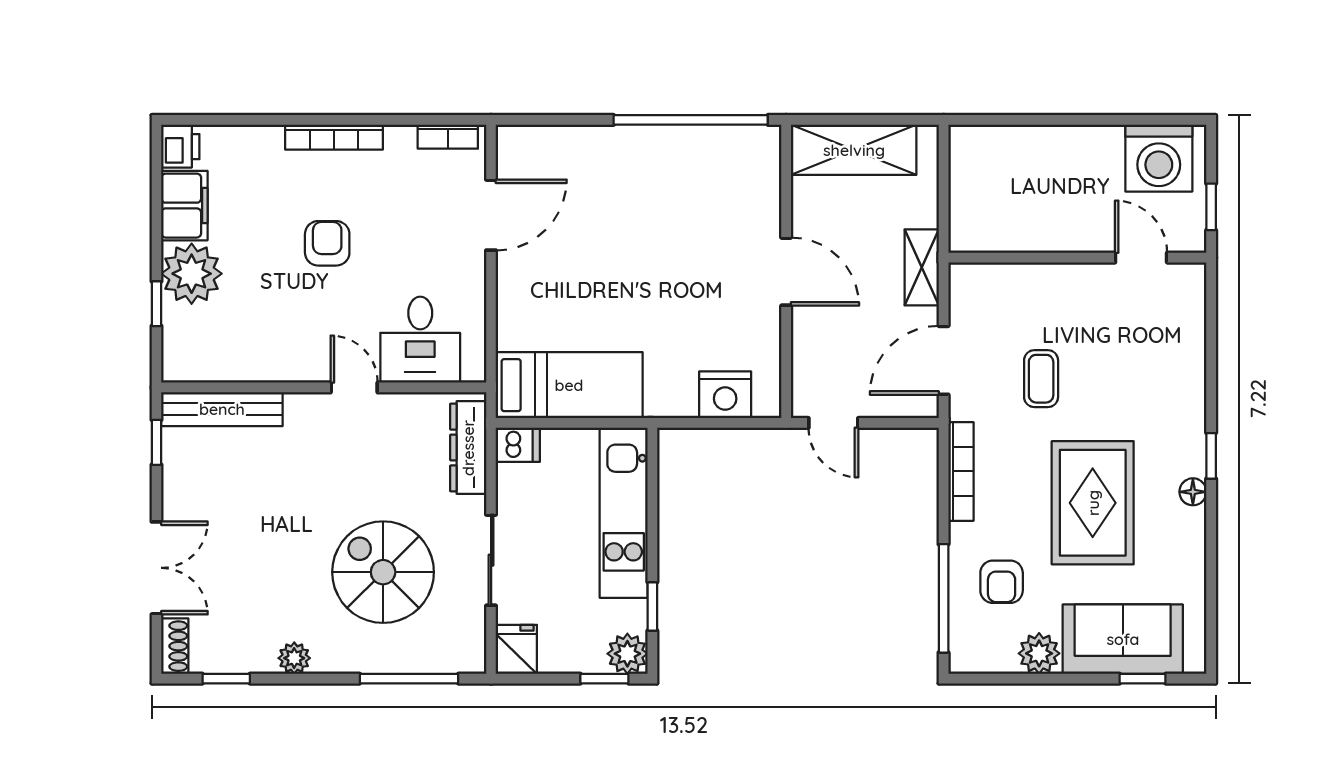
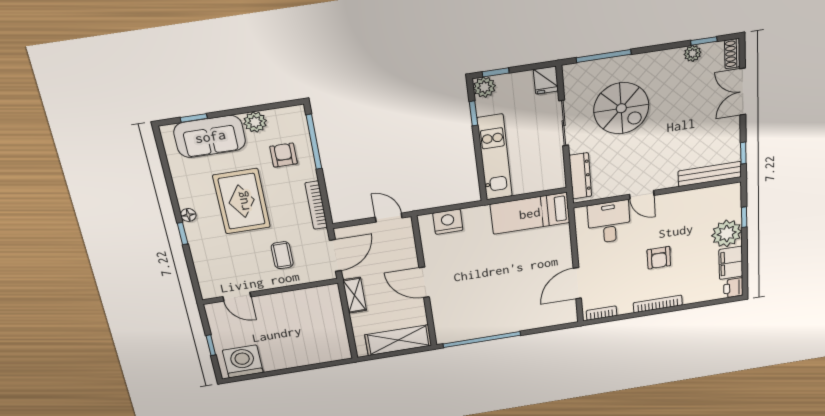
wall: (1077, 258) -> (270, 291), moved
door: (1141, 258) -> (237, 297), moved
dishwasher: (518, 445) -> (554, 181), removed
plant: (294, 658) -> (693, 53), moved

